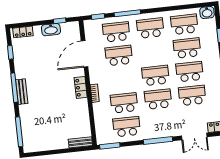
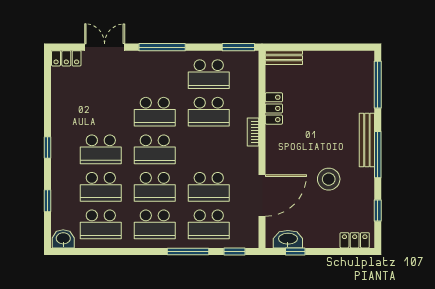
washbasin: (51, 30) -> (288, 239), moved
stool: (44, 69) -> (329, 179), added
locker: (81, 87) -> (274, 108), moved
bench: (22, 92) -> (367, 140), width x1.36
school desk: (192, 95) -> (155, 187), moved

